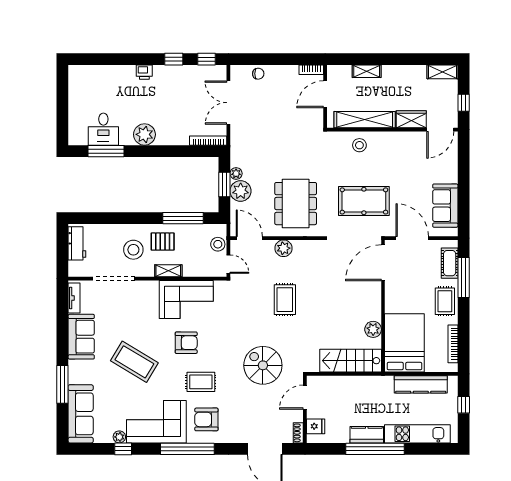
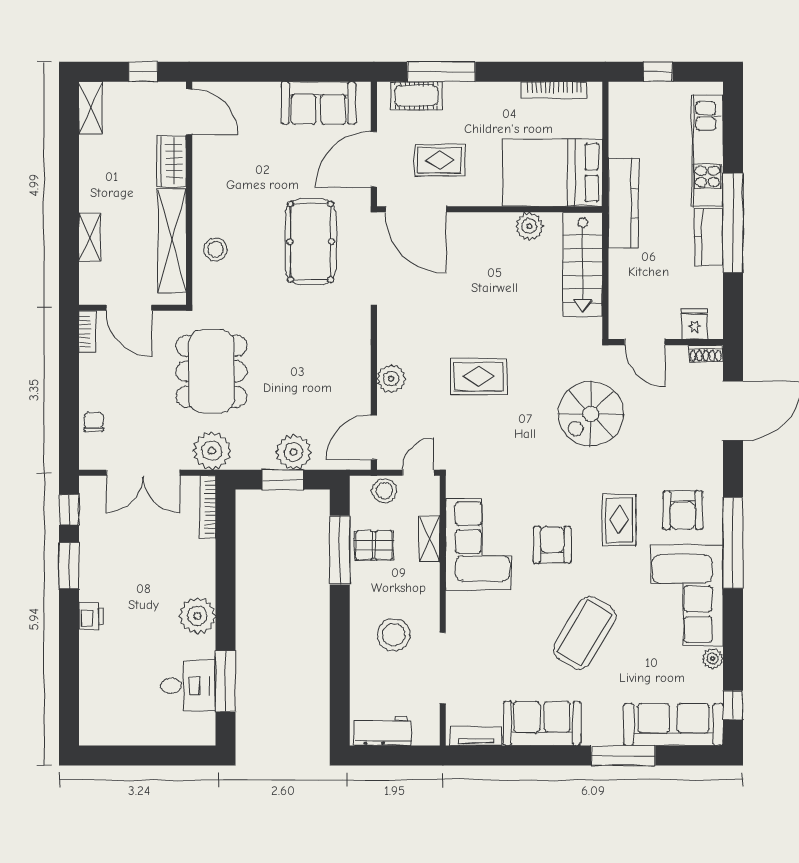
window: (174, 59) -> (69, 566), width x1.50
plant: (236, 173) -> (212, 451), moved, width x1.87, depth x1.87
dining table: (296, 204) -> (211, 371), moved, turned 90
pallet: (163, 242) -> (374, 545), moved, turned 90
shelving: (168, 271) -> (430, 539), moved
rug: (445, 301) -> (440, 160), moved
kitchen counter: (421, 384) -> (623, 203), moved
window: (123, 449) -> (733, 705), moved

